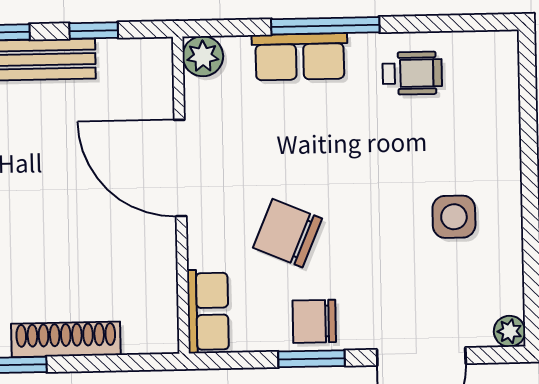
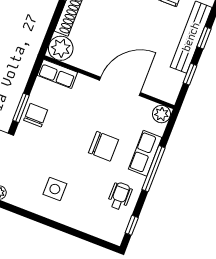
window: (464, 23) -> (132, 225), added
wheelchair: (412, 73) -> (120, 196), turned 180
chair: (288, 233) -> (103, 146), moved, turned 67
plant: (151, 326) -> (61, 48), added

